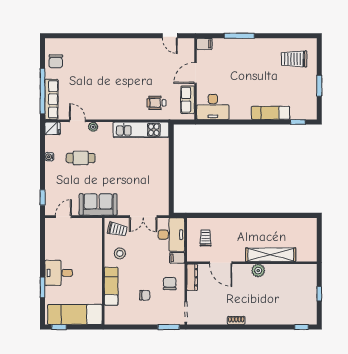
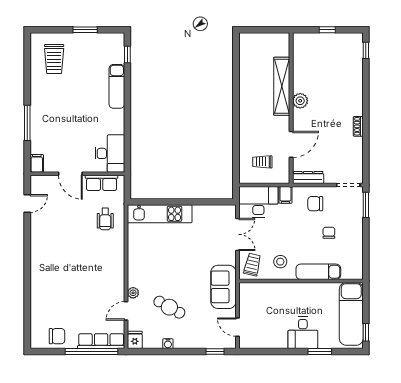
kitchen unit: (141, 130) -> (160, 214), moved, turned 90
cafe table: (81, 158) -> (169, 307), turned -61

